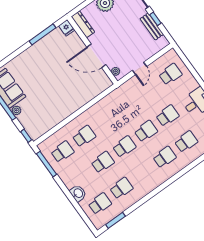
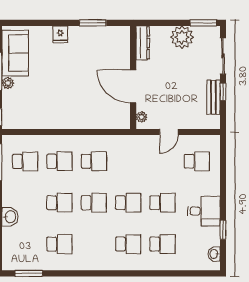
fridge: (67, 28) -> (60, 34), moved
window: (43, 34) -> (93, 23), width x0.69
school desk: (100, 204) -> (94, 161), moved

